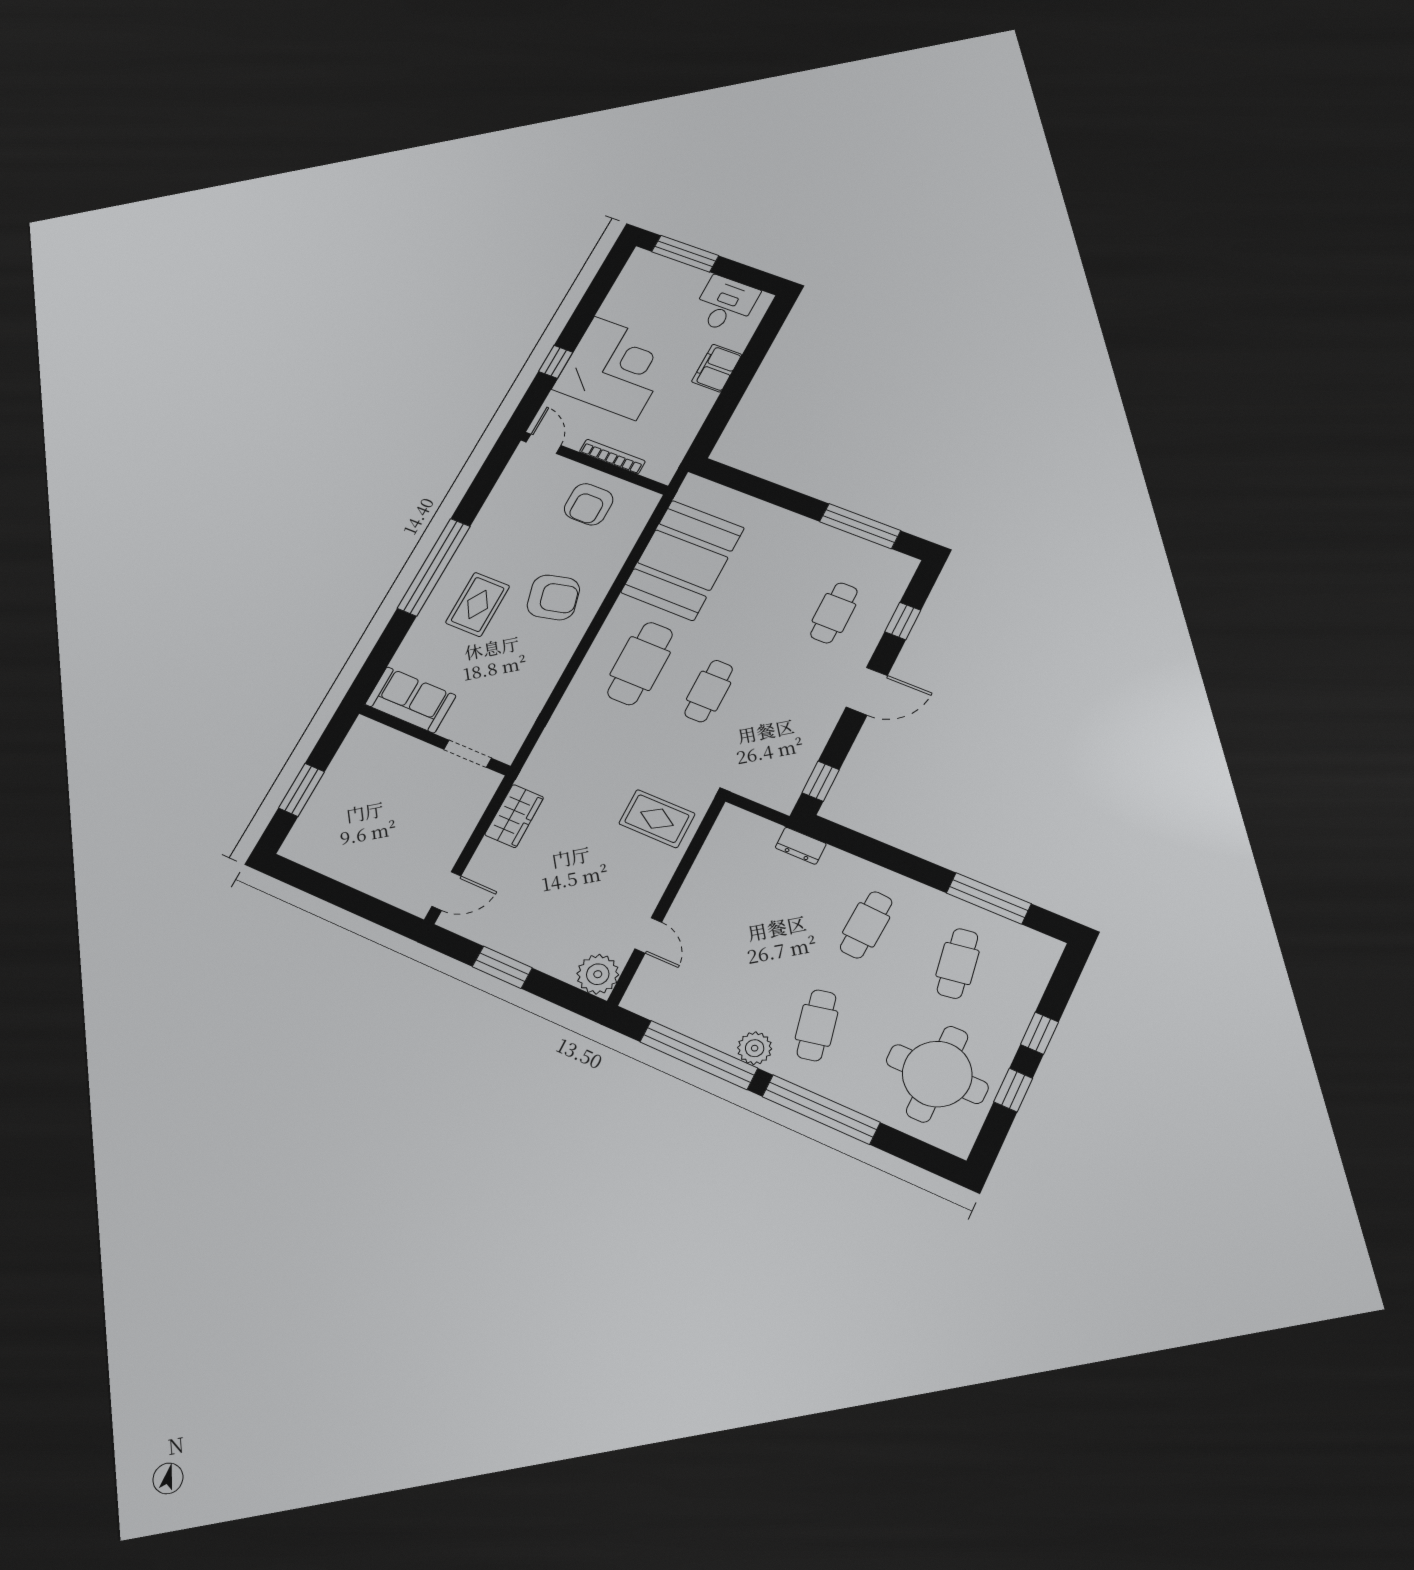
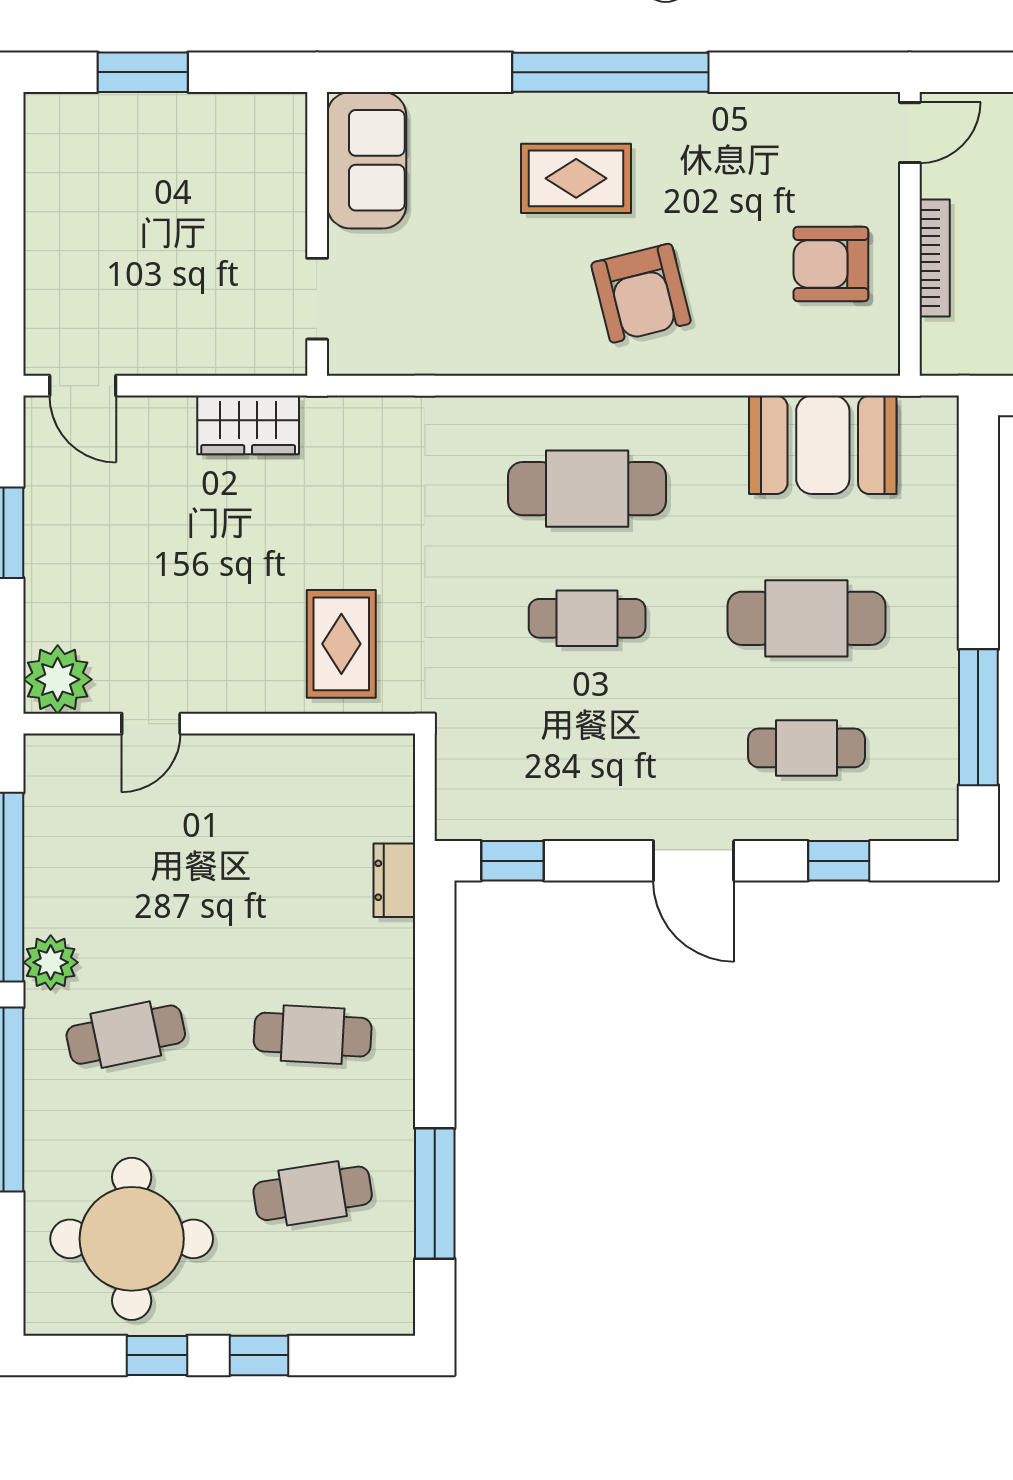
booth: (683, 560) -> (823, 445), width x0.73, depth x0.70
cafe table: (765, 586) -> (806, 618), added

